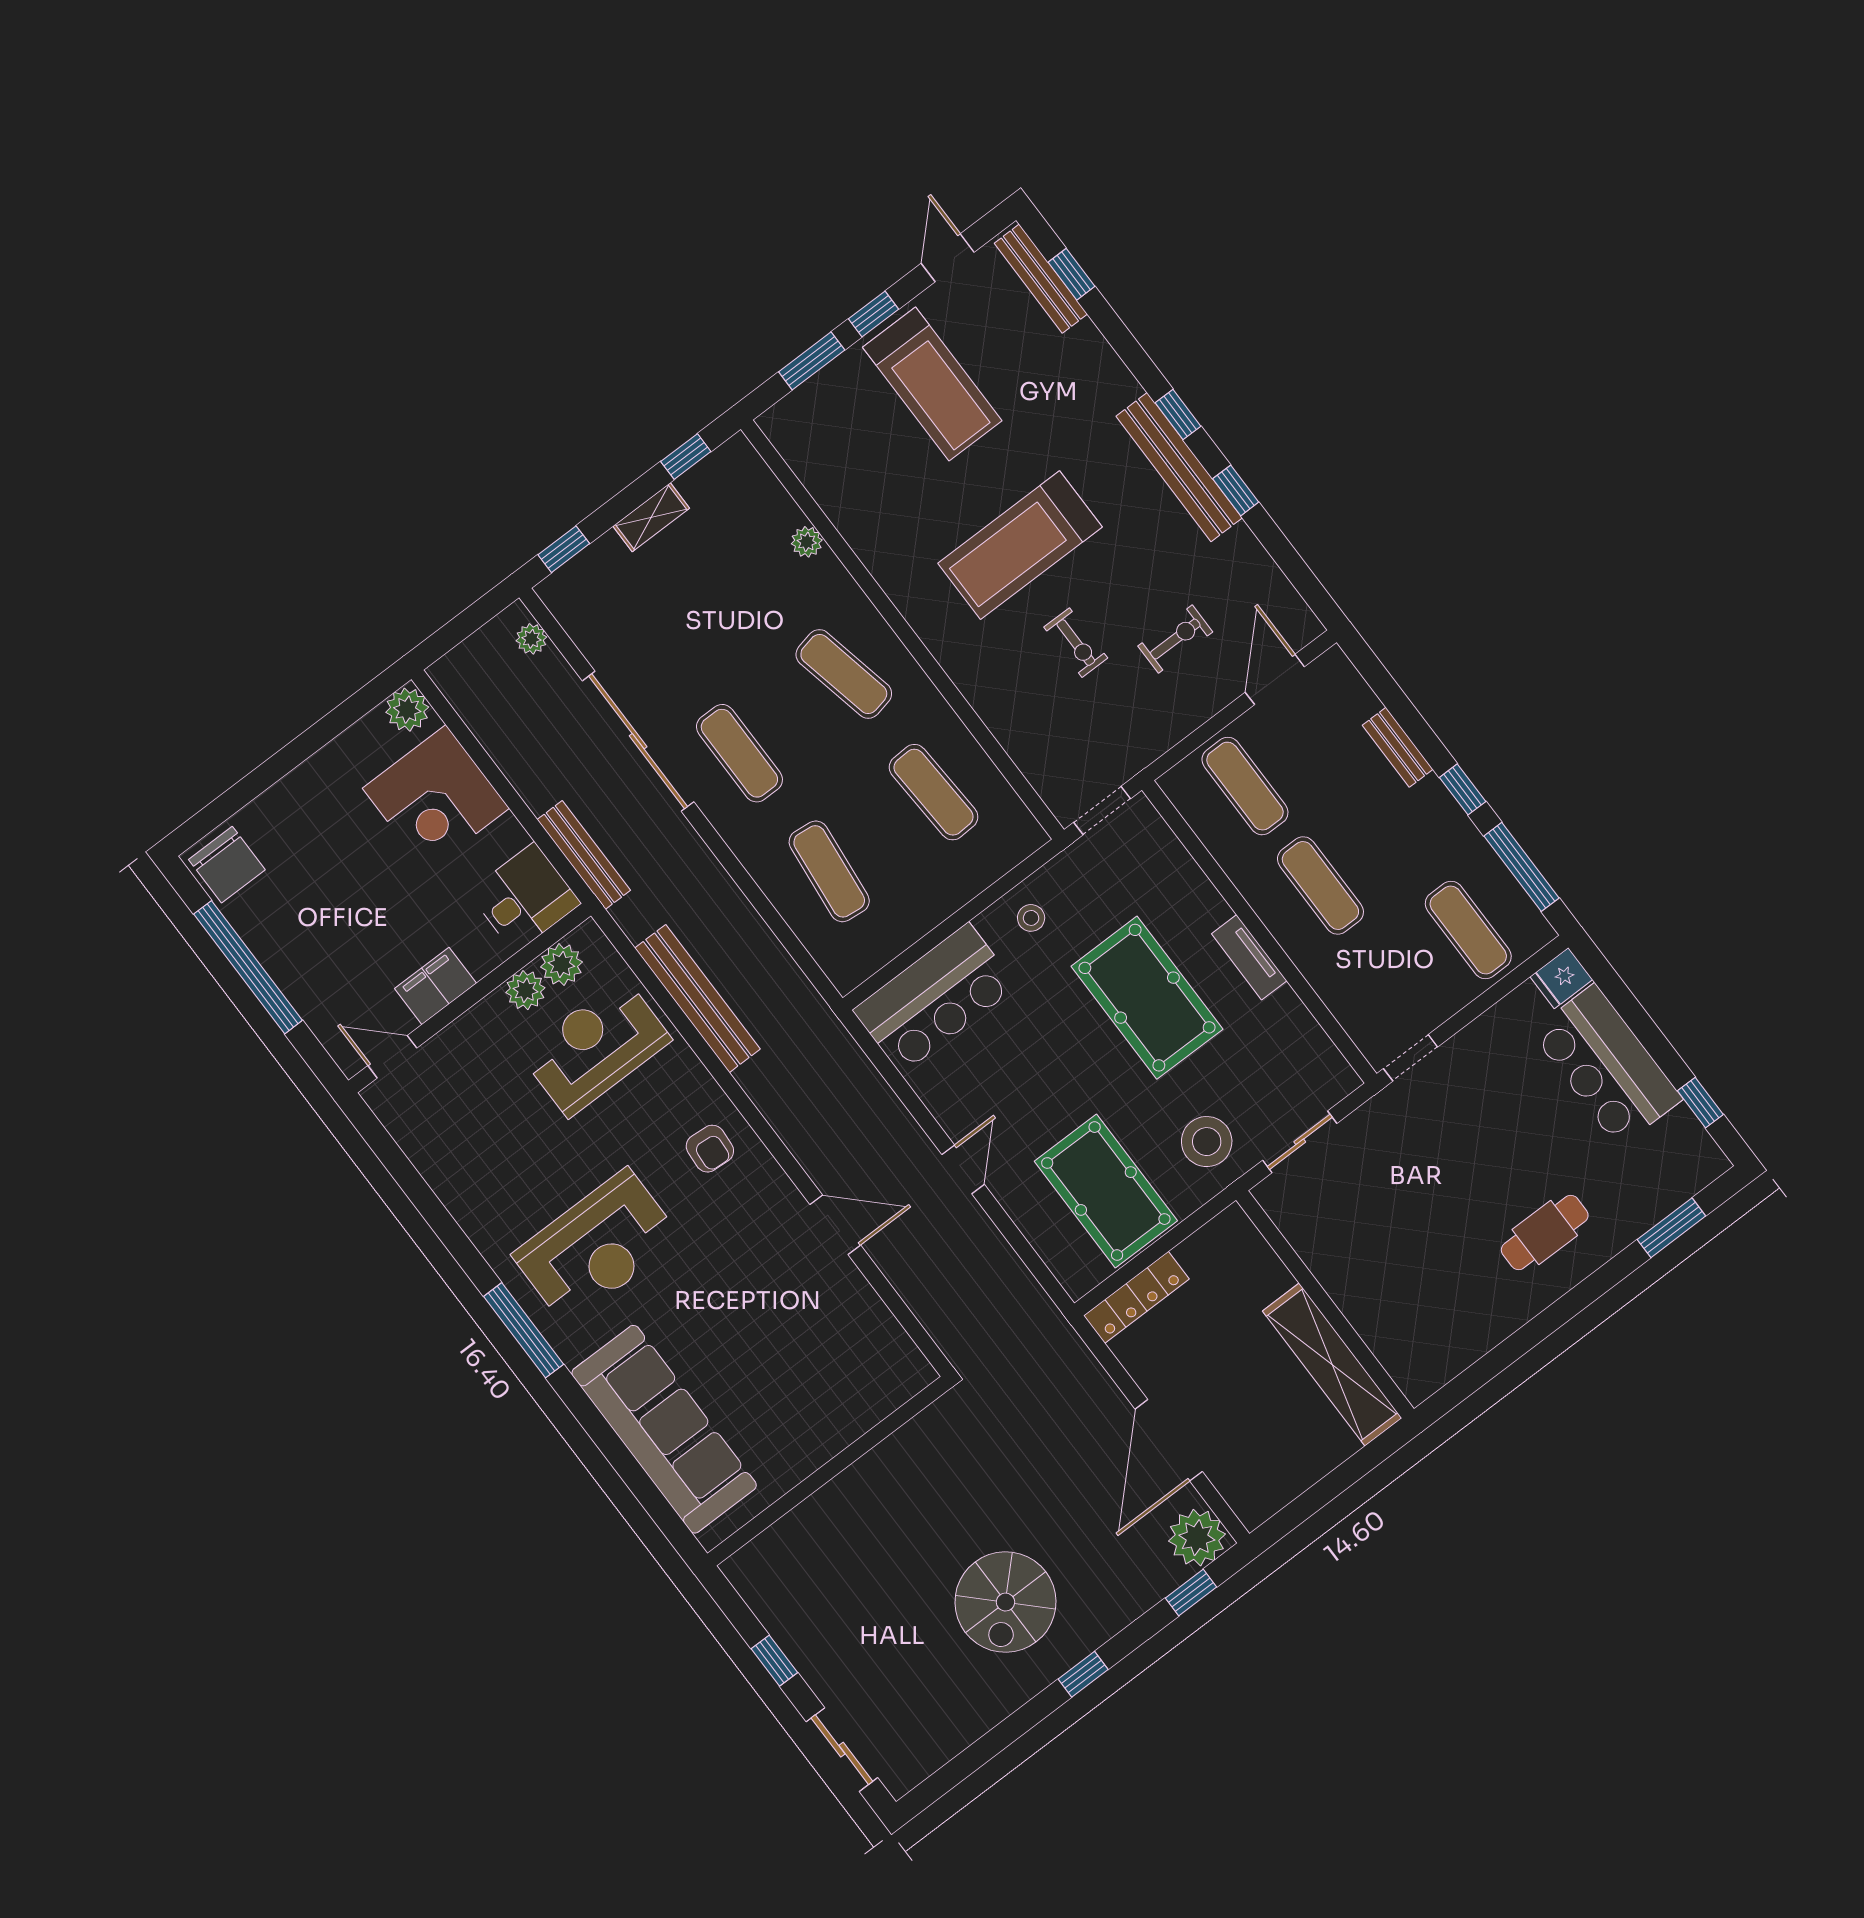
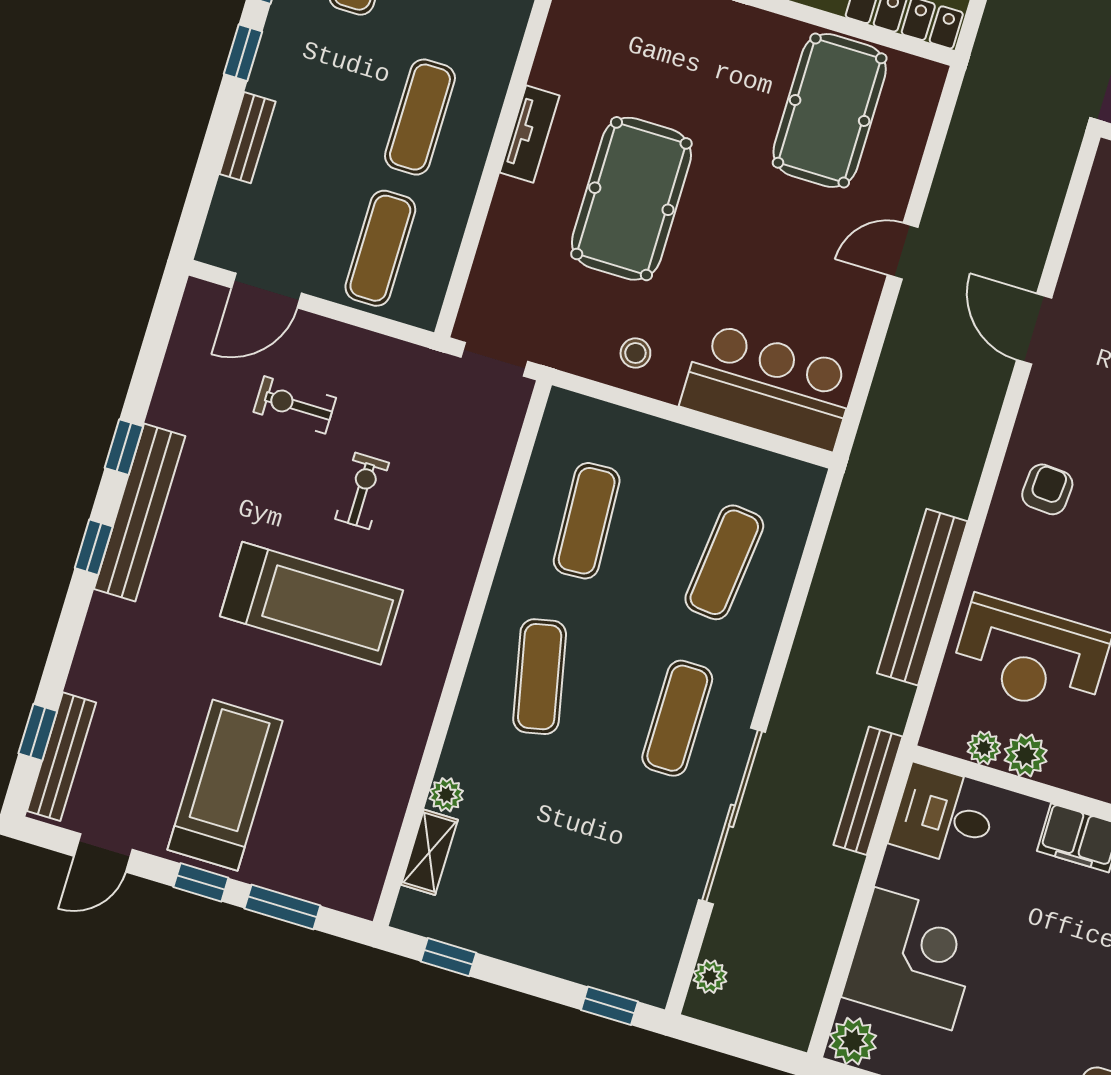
shelving: (651, 517) -> (429, 852), moved, turned 90
plant: (561, 965) -> (984, 748), width x0.73, depth x0.73
stool: (1207, 1142) -> (721, 53), removed

